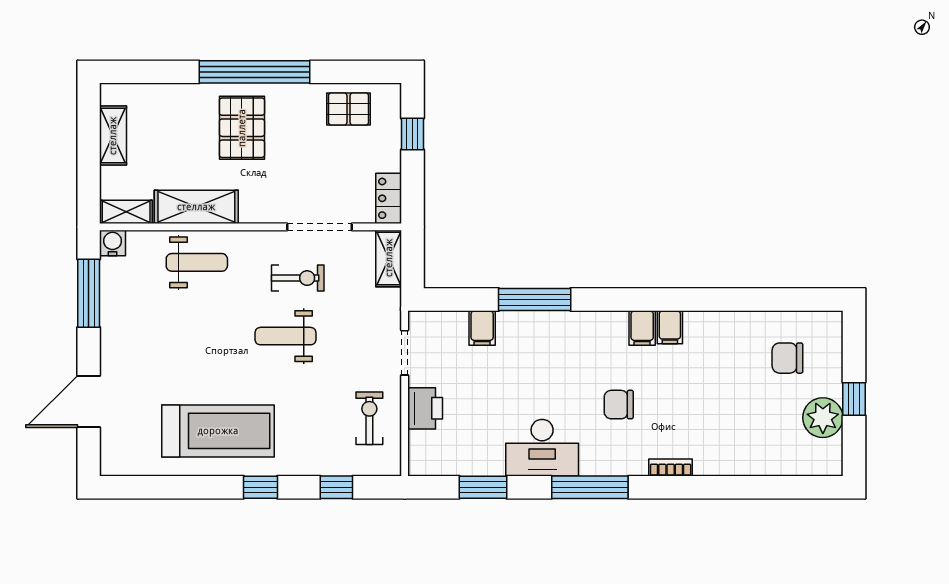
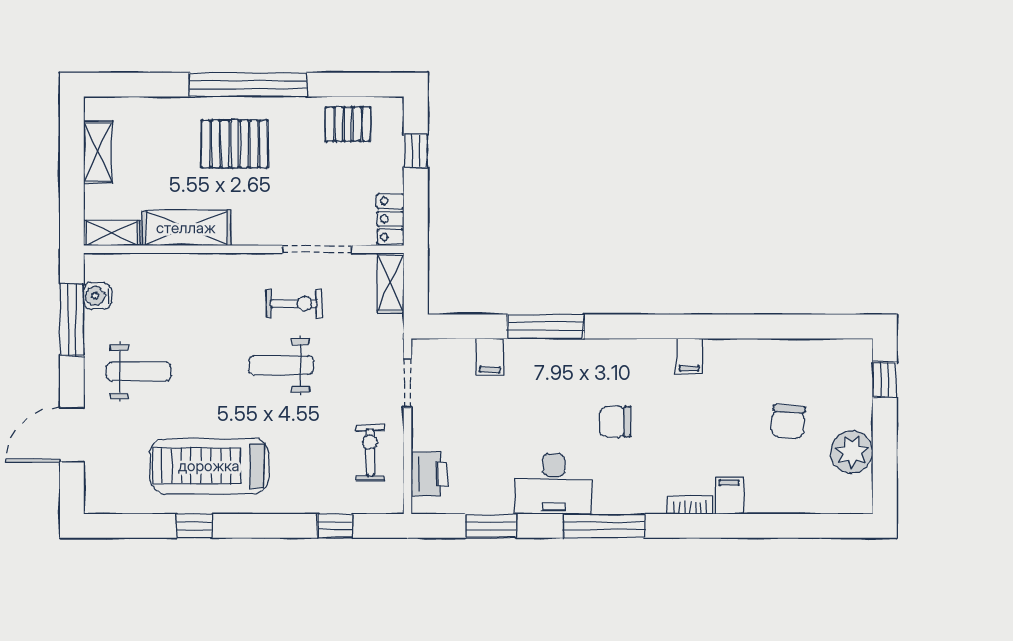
pallet: (242, 128) -> (235, 144), turned 90
water cooler: (113, 243) -> (97, 296), moved, turned -90
weight bench: (197, 262) -> (139, 372), moved
filing cabinet: (642, 328) -> (729, 496), moved, turned 180
chair: (787, 358) -> (788, 421), moved, turned -85
window: (854, 399) -> (885, 380), moved
chair: (619, 405) -> (615, 422), moved
printer: (425, 408) -> (429, 474), moved
treadmill: (218, 431) -> (209, 466), turned 180
window: (261, 487) -> (194, 526), moved

